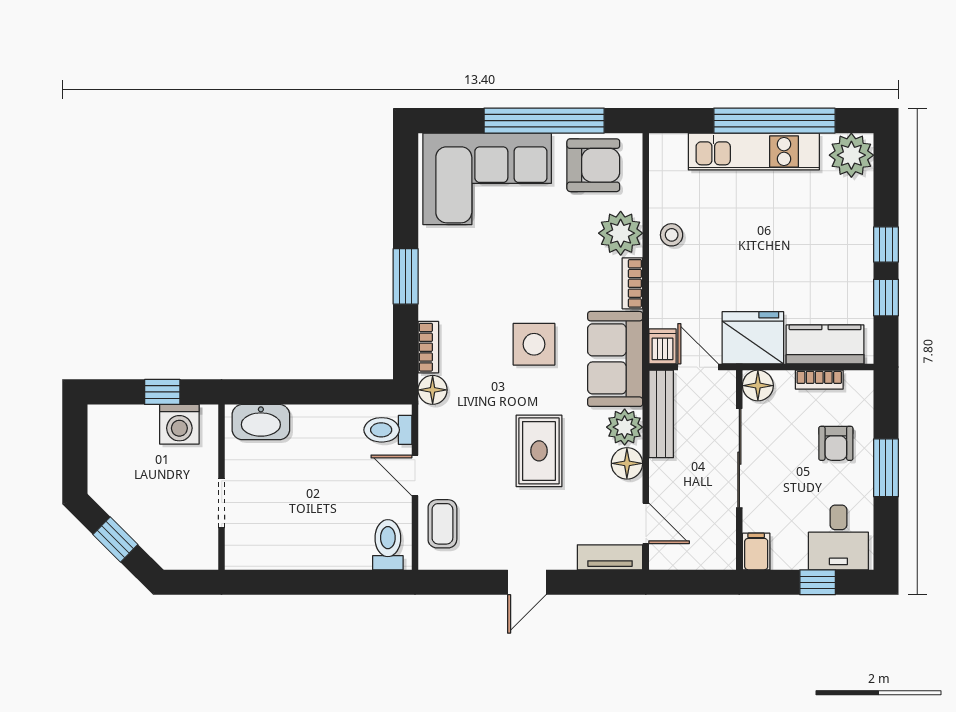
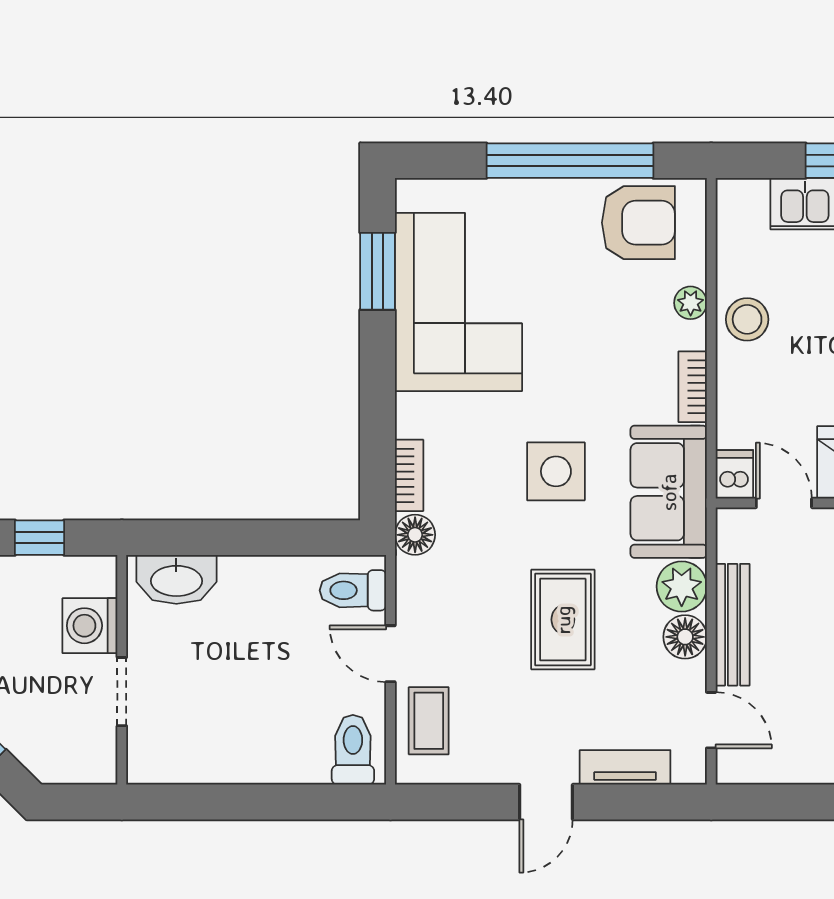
corner sofa: (487, 179) -> (458, 302), moved, turned -90
plant: (621, 233) -> (691, 303), width x0.53, depth x0.53
stool: (672, 235) -> (747, 319), width x1.37, depth x1.37
window: (406, 276) -> (377, 271), moved
bench: (661, 414) -> (733, 625), moved
washing machine: (179, 424) -> (90, 626), moved, turned 90
tv unit: (610, 557) -> (625, 767), moved

